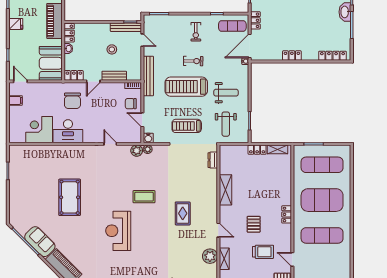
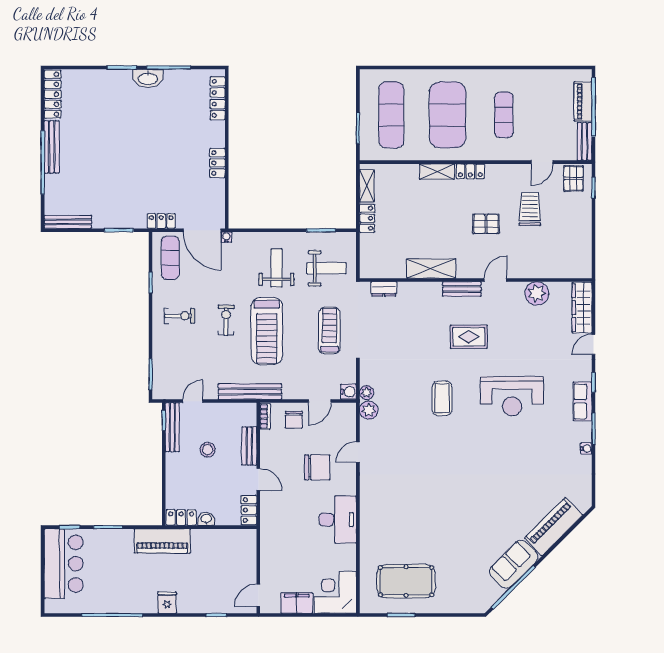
booth: (51, 63) -> (230, 547), removed
filing cabinet: (16, 100) -> (297, 603), width x2.00
chair: (72, 101) -> (317, 467), moved
treadmill: (187, 126) -> (329, 331), turned 180
corner desk: (39, 130) -> (335, 592), moved, turned 90
pool table: (70, 197) -> (406, 581), moved
bench: (213, 209) -> (462, 289), added
reception desk: (118, 231) -> (512, 396), moved
exercise mat: (322, 235) -> (504, 115), width x0.73, depth x0.69
shelving: (224, 259) -> (437, 172), moved

